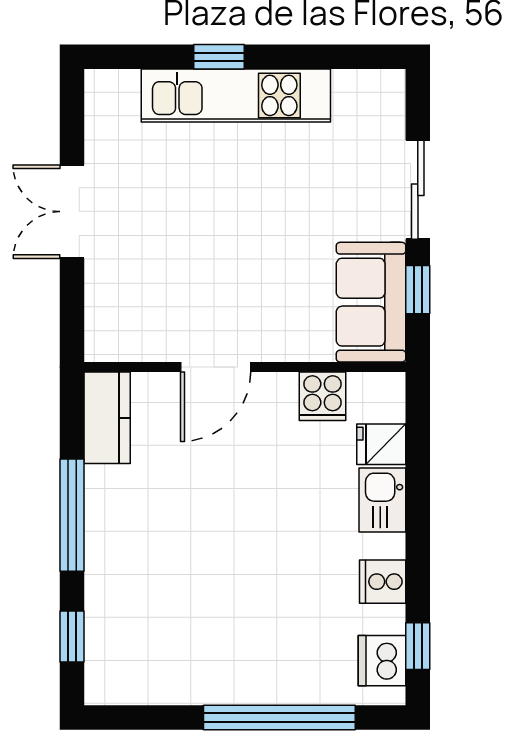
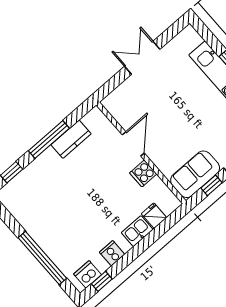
door: (216, 367) -> (133, 144), swing flipped
cooker: (323, 396) -> (143, 173), moved
kitchen counter: (107, 418) -> (71, 139), moved

